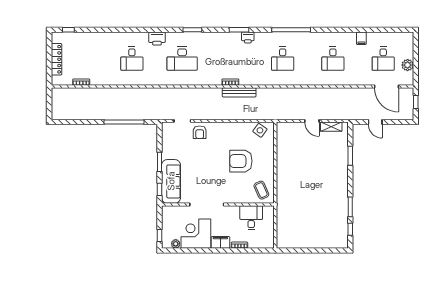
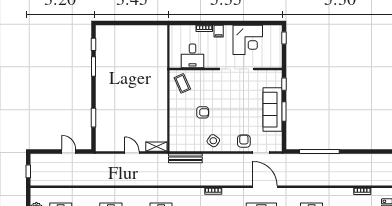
door: (386, 87) -> (265, 187), moved
bench: (239, 92) -> (185, 158), moved
shelving: (331, 127) -> (156, 147), moved
side table: (260, 130) -> (213, 141), moved
armchair: (241, 161) -> (203, 112), width x0.53, depth x0.53
sofa: (171, 181) -> (273, 110), moved
filing cabinet: (220, 242) -> (219, 31), width x0.50
plant: (176, 244) -> (268, 30), removed

